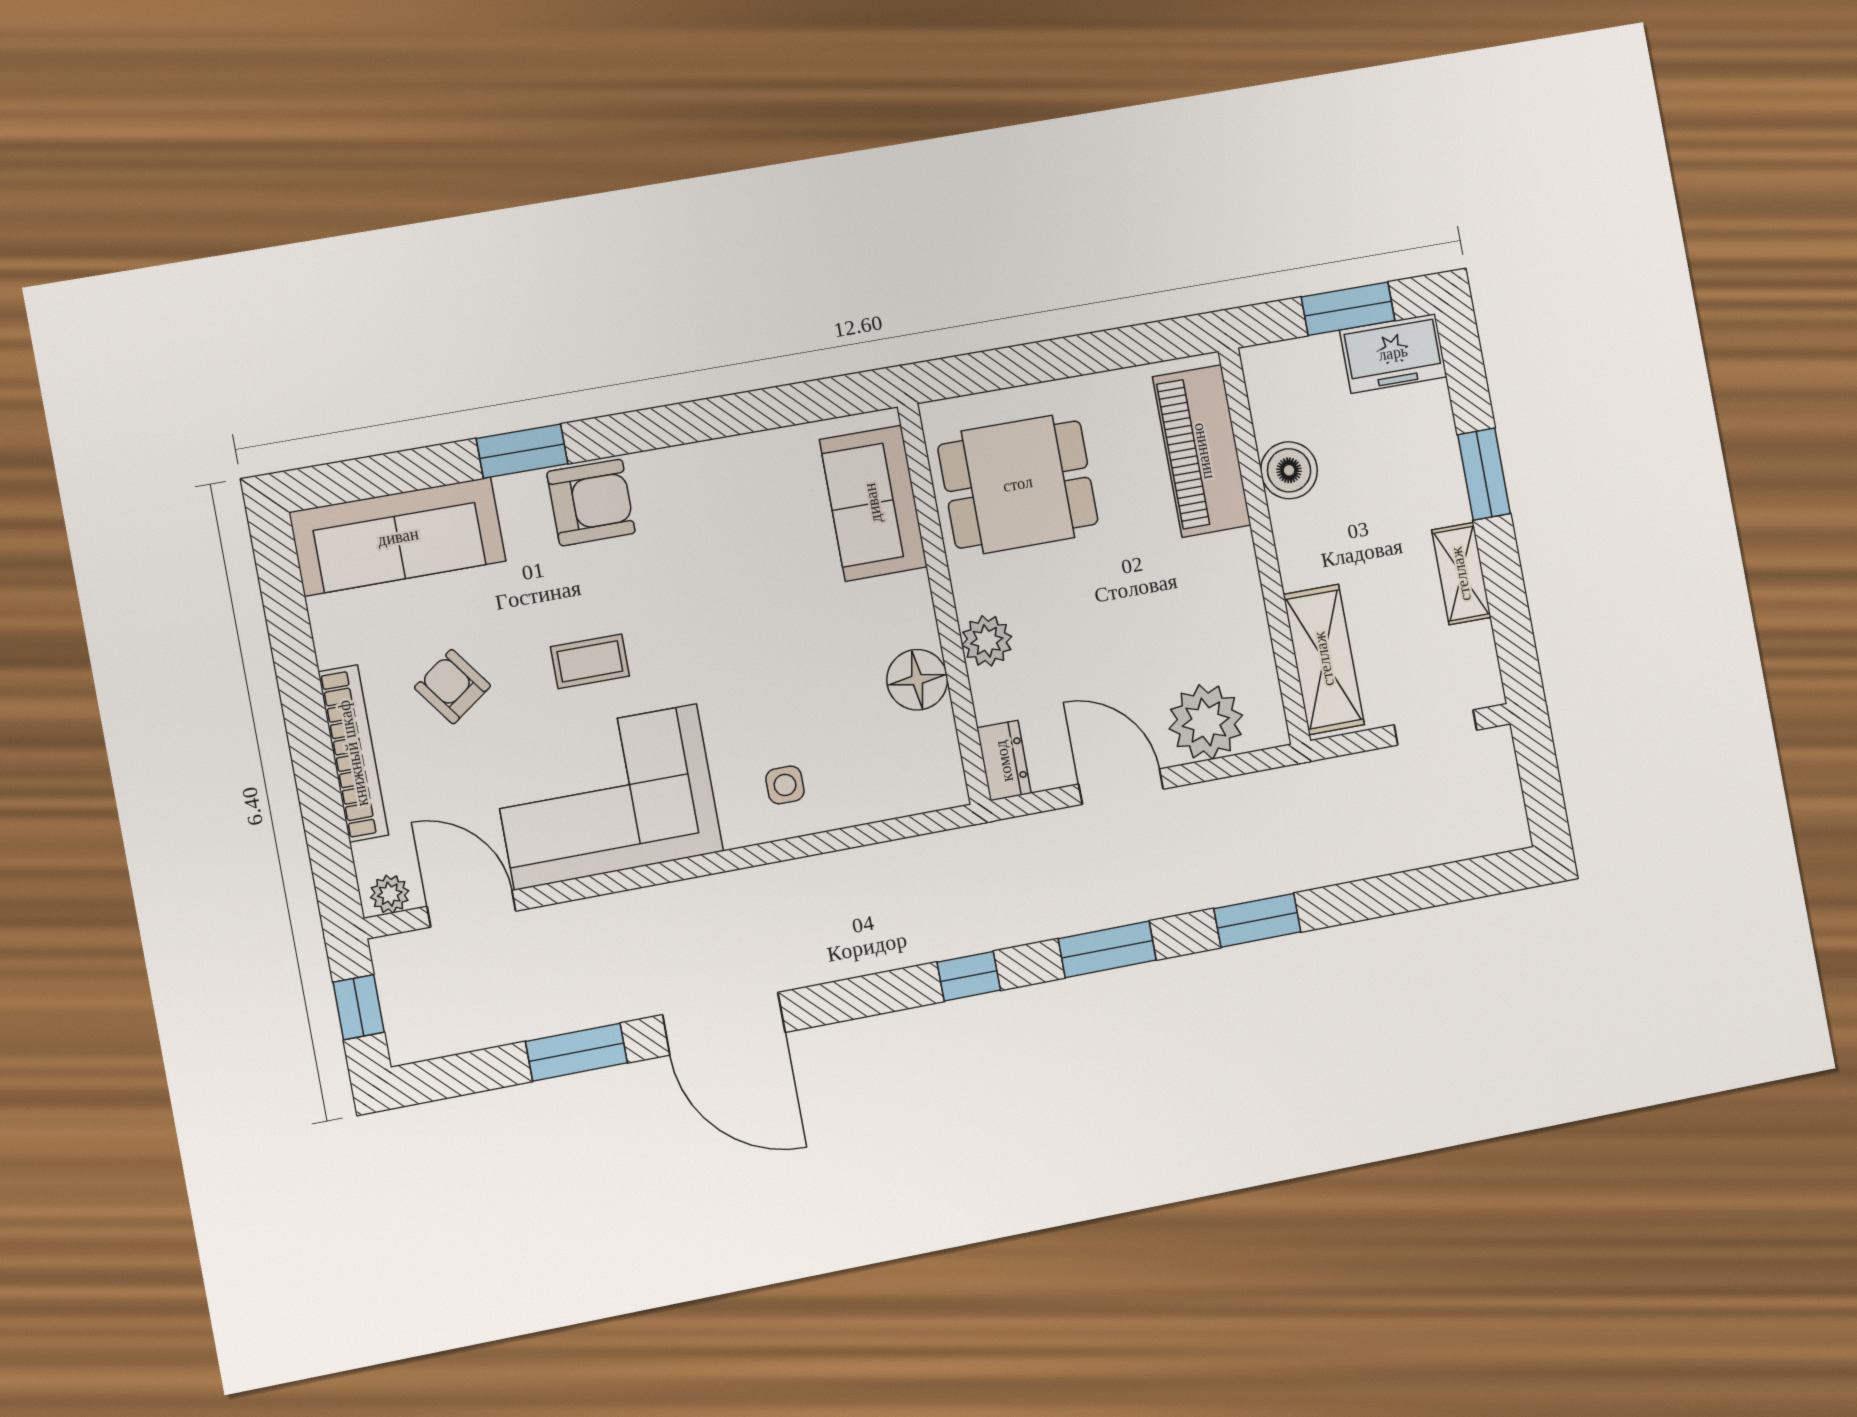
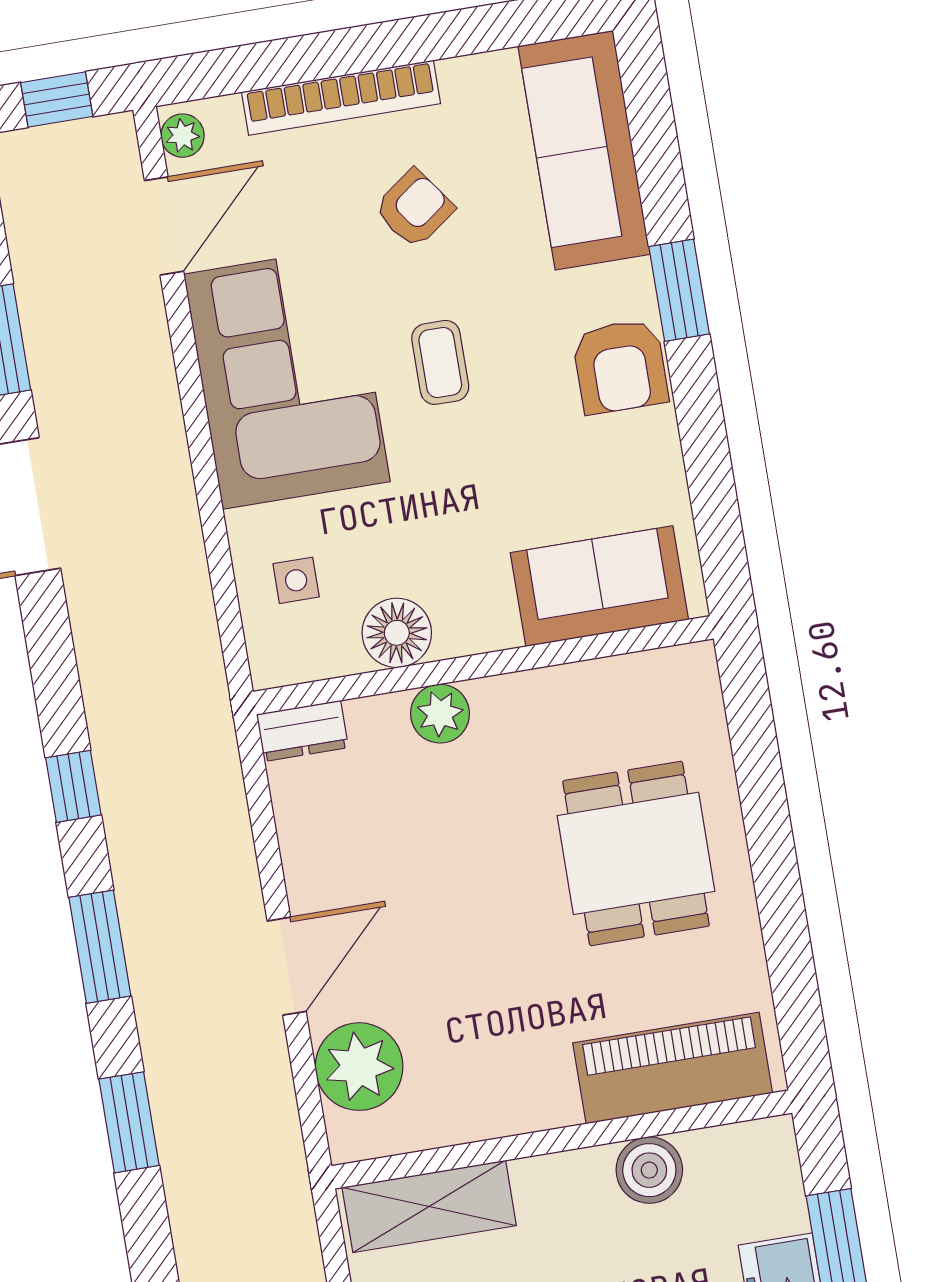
sofa: (873, 503) -> (599, 586), moved
wall: (944, 604) -> (483, 665), moved
plant: (987, 641) -> (440, 714), moved
floor lamp: (917, 680) -> (397, 633), moved
dresser: (1004, 761) -> (302, 731), moved

